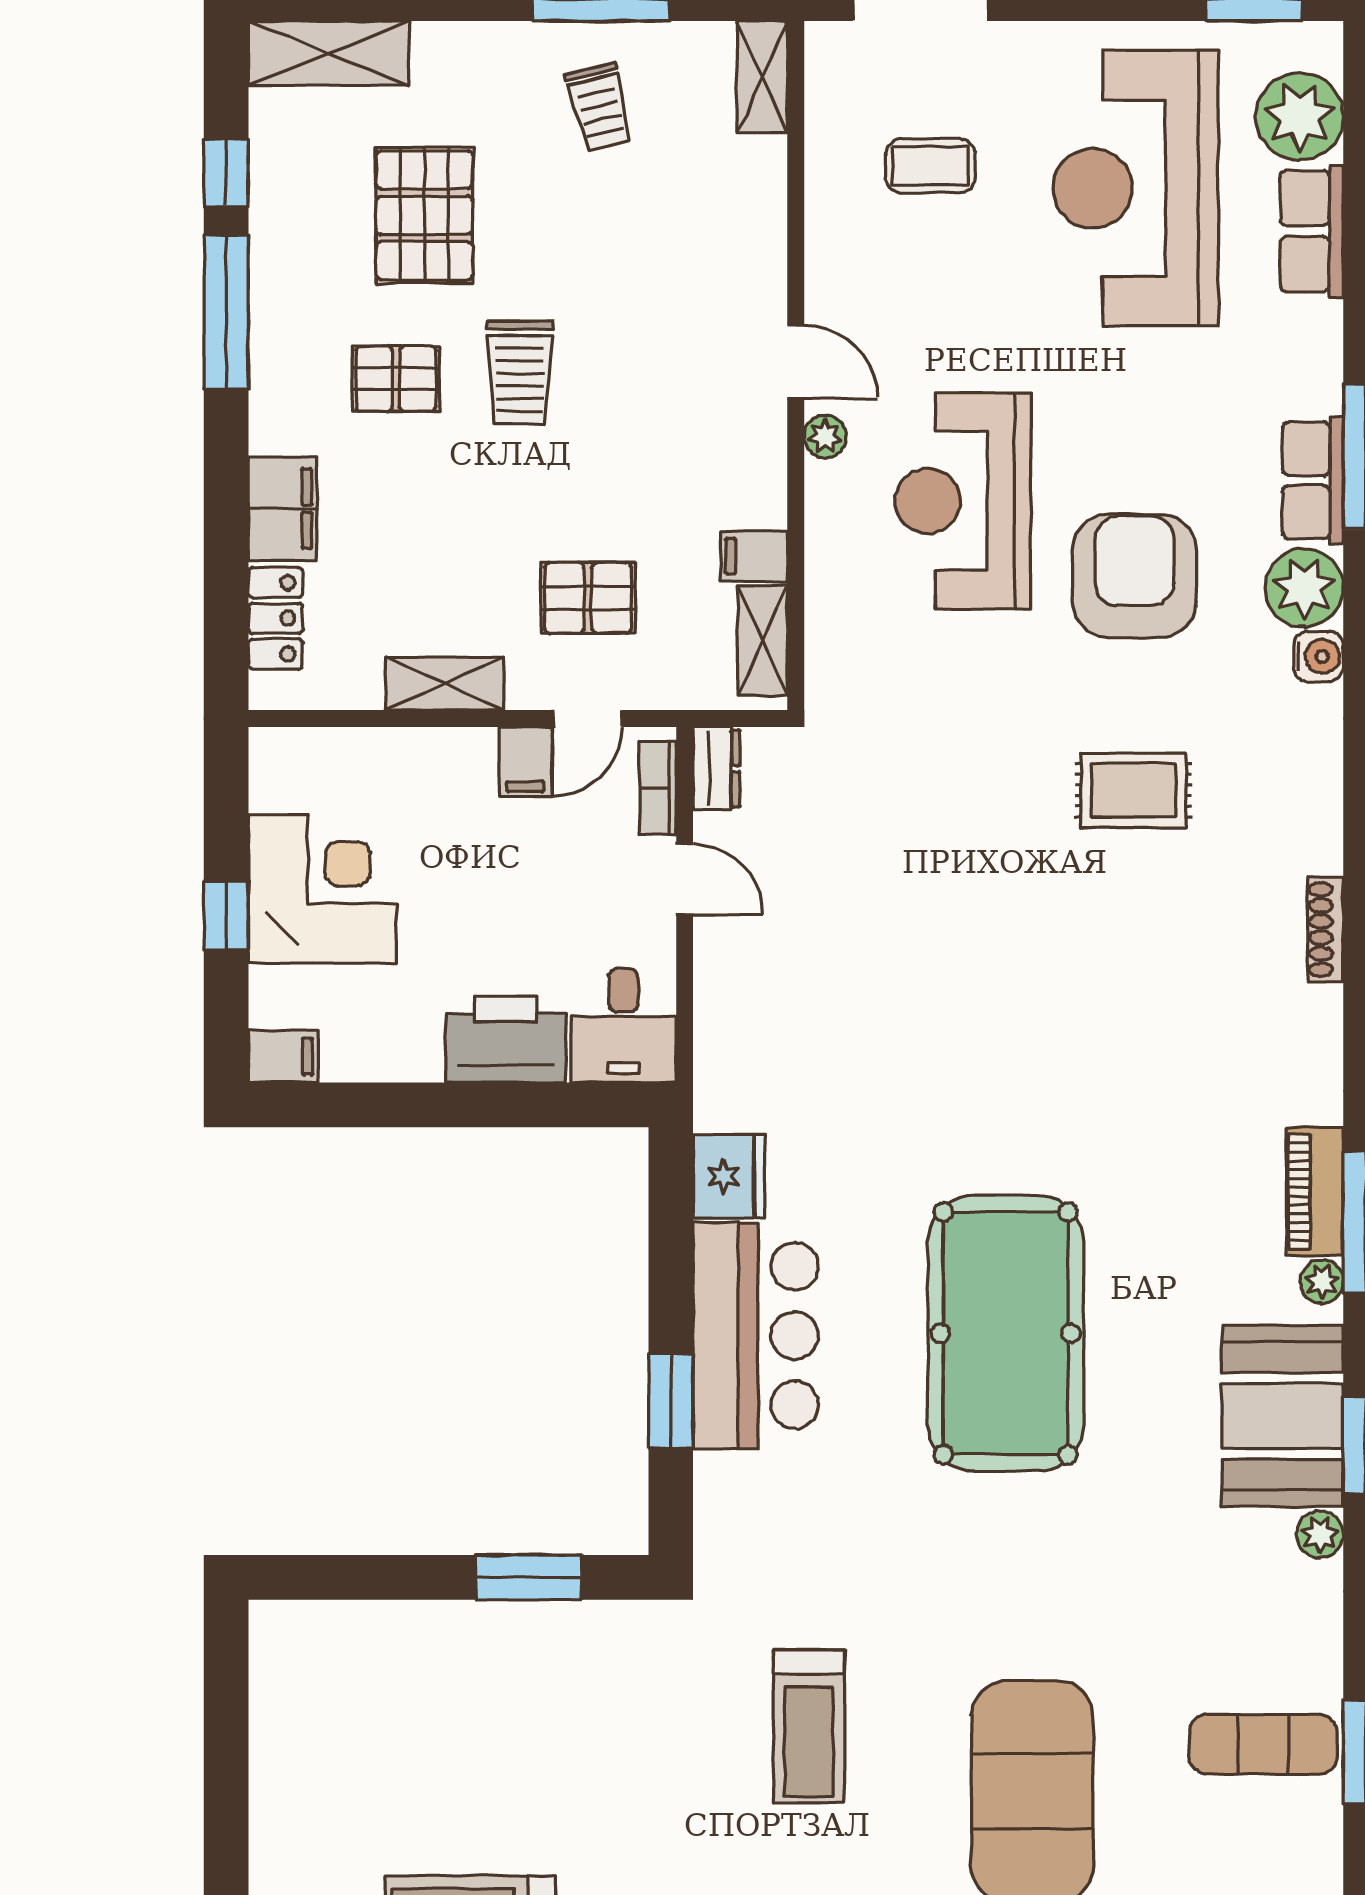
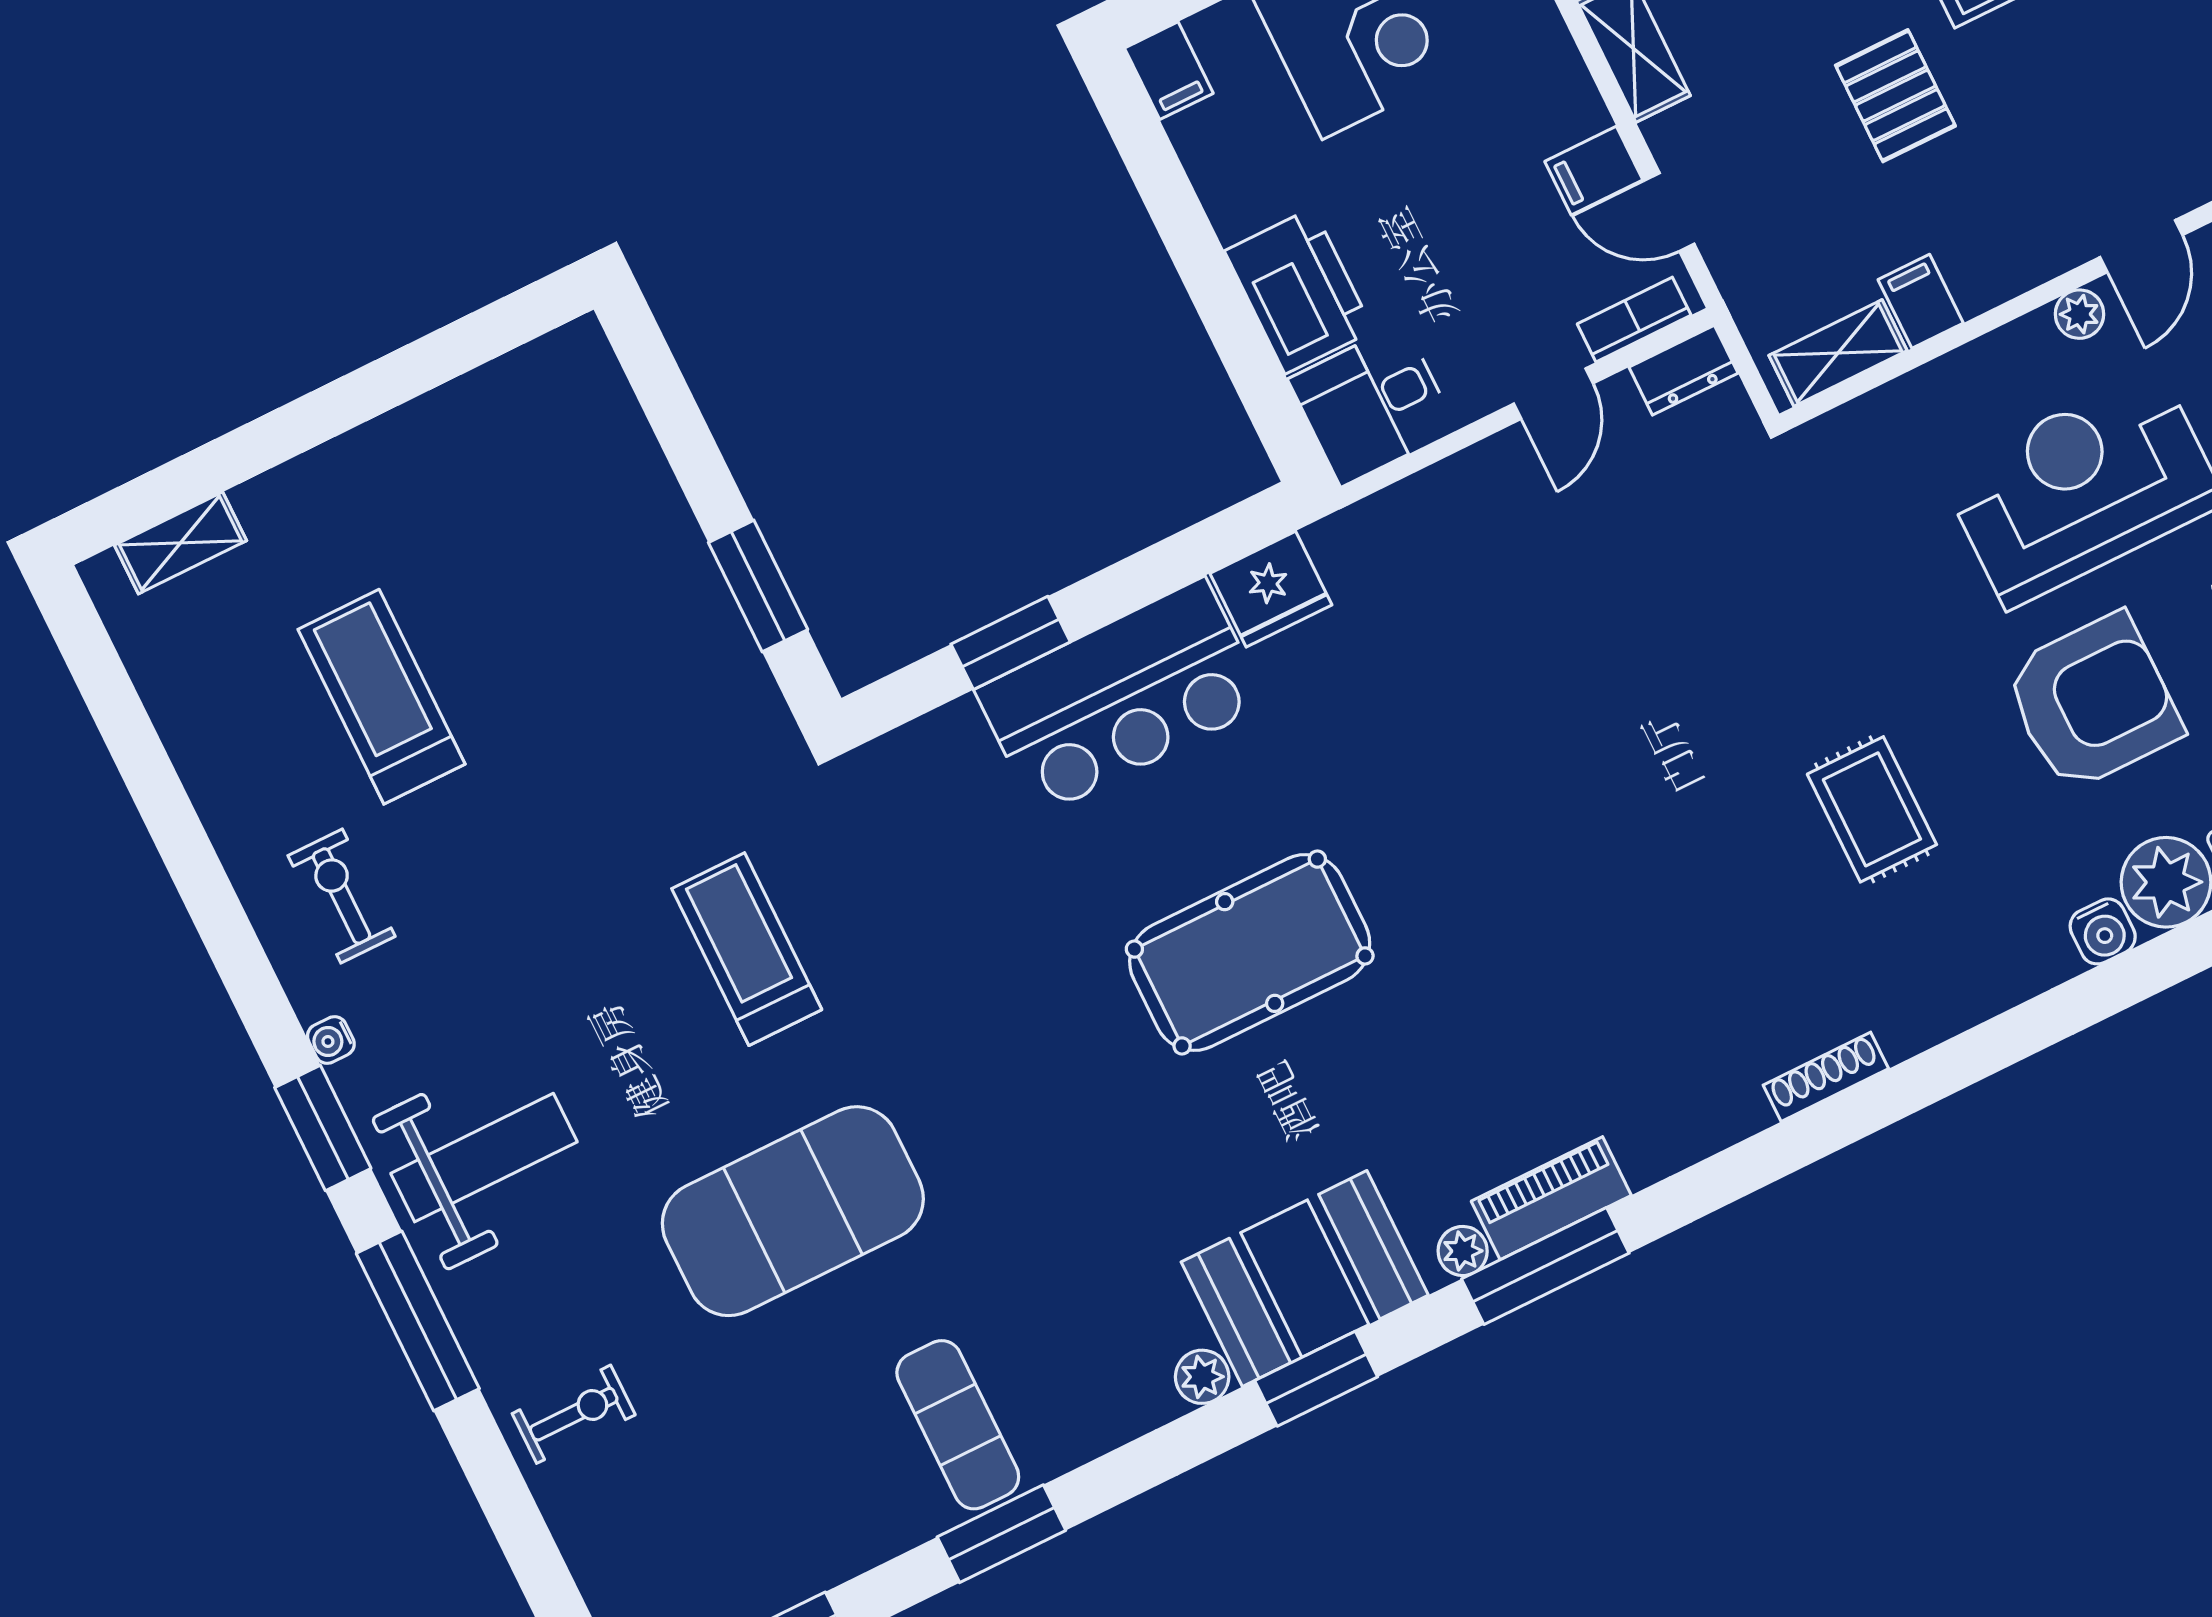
pallet: (588, 598) -> (1895, 96), moved
pool table: (1006, 1333) -> (1250, 953), width x0.73, depth x0.76
treadmill: (809, 1726) -> (747, 949), turned 90

